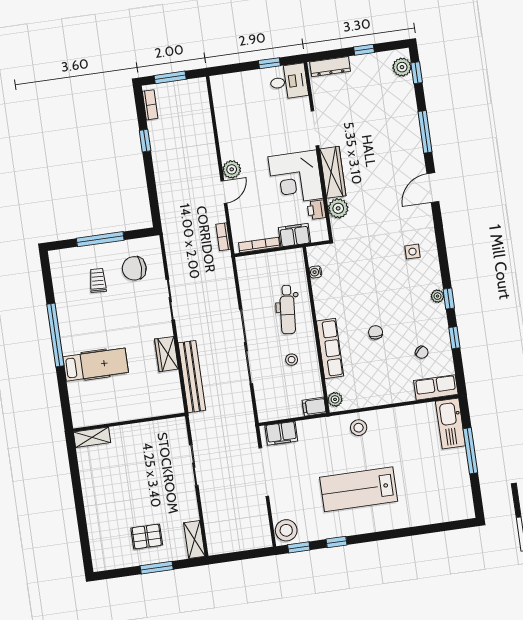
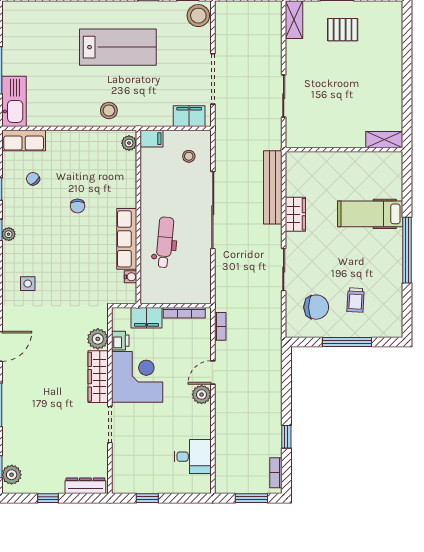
desk: (289, 82) -> (193, 457), moved, turned 180
row of seats: (330, 349) -> (127, 239), moved
stool: (292, 360) -> (189, 156), moved

